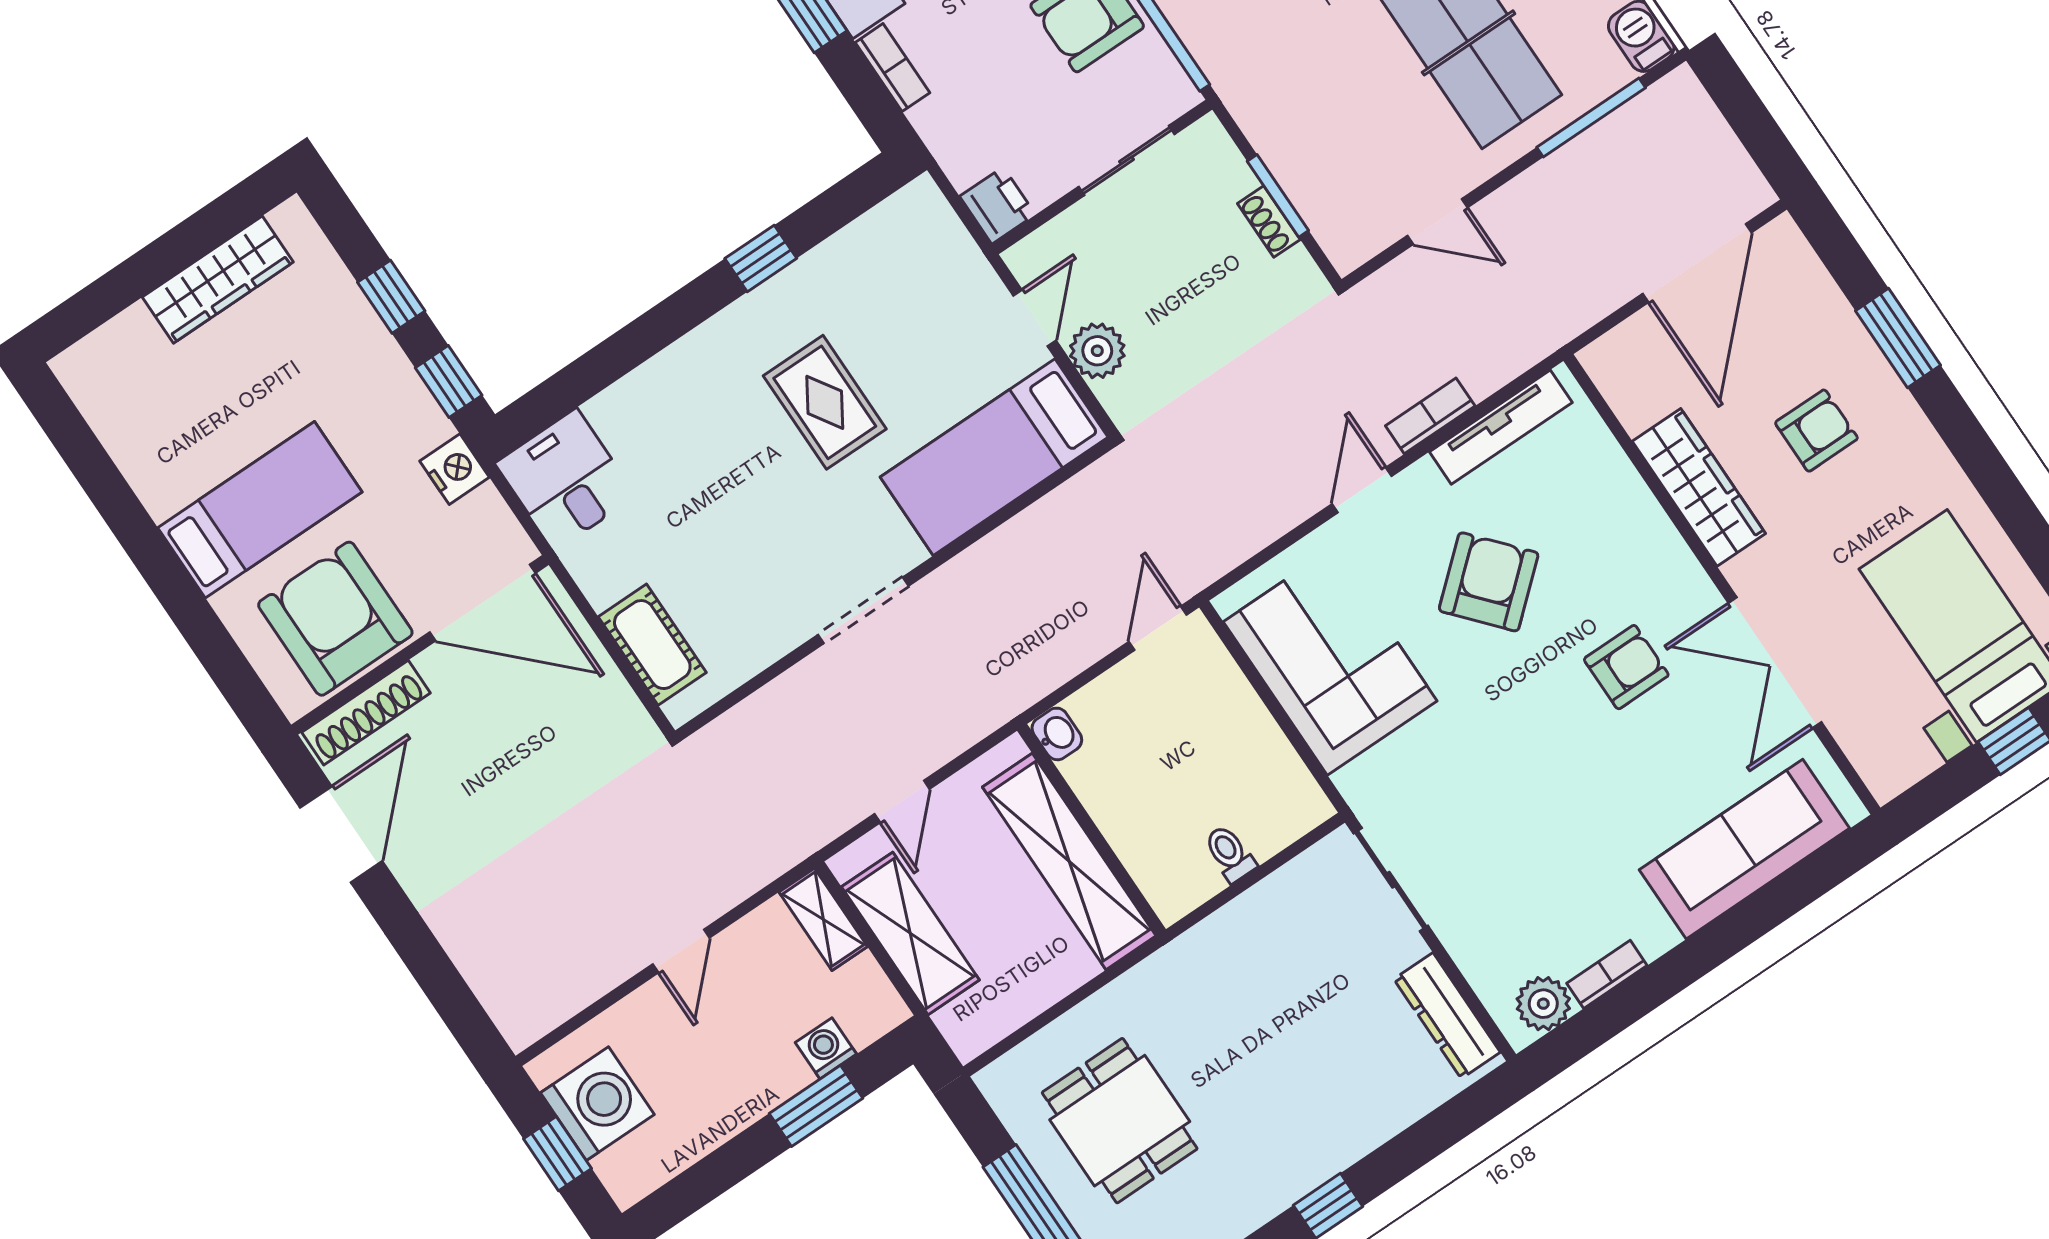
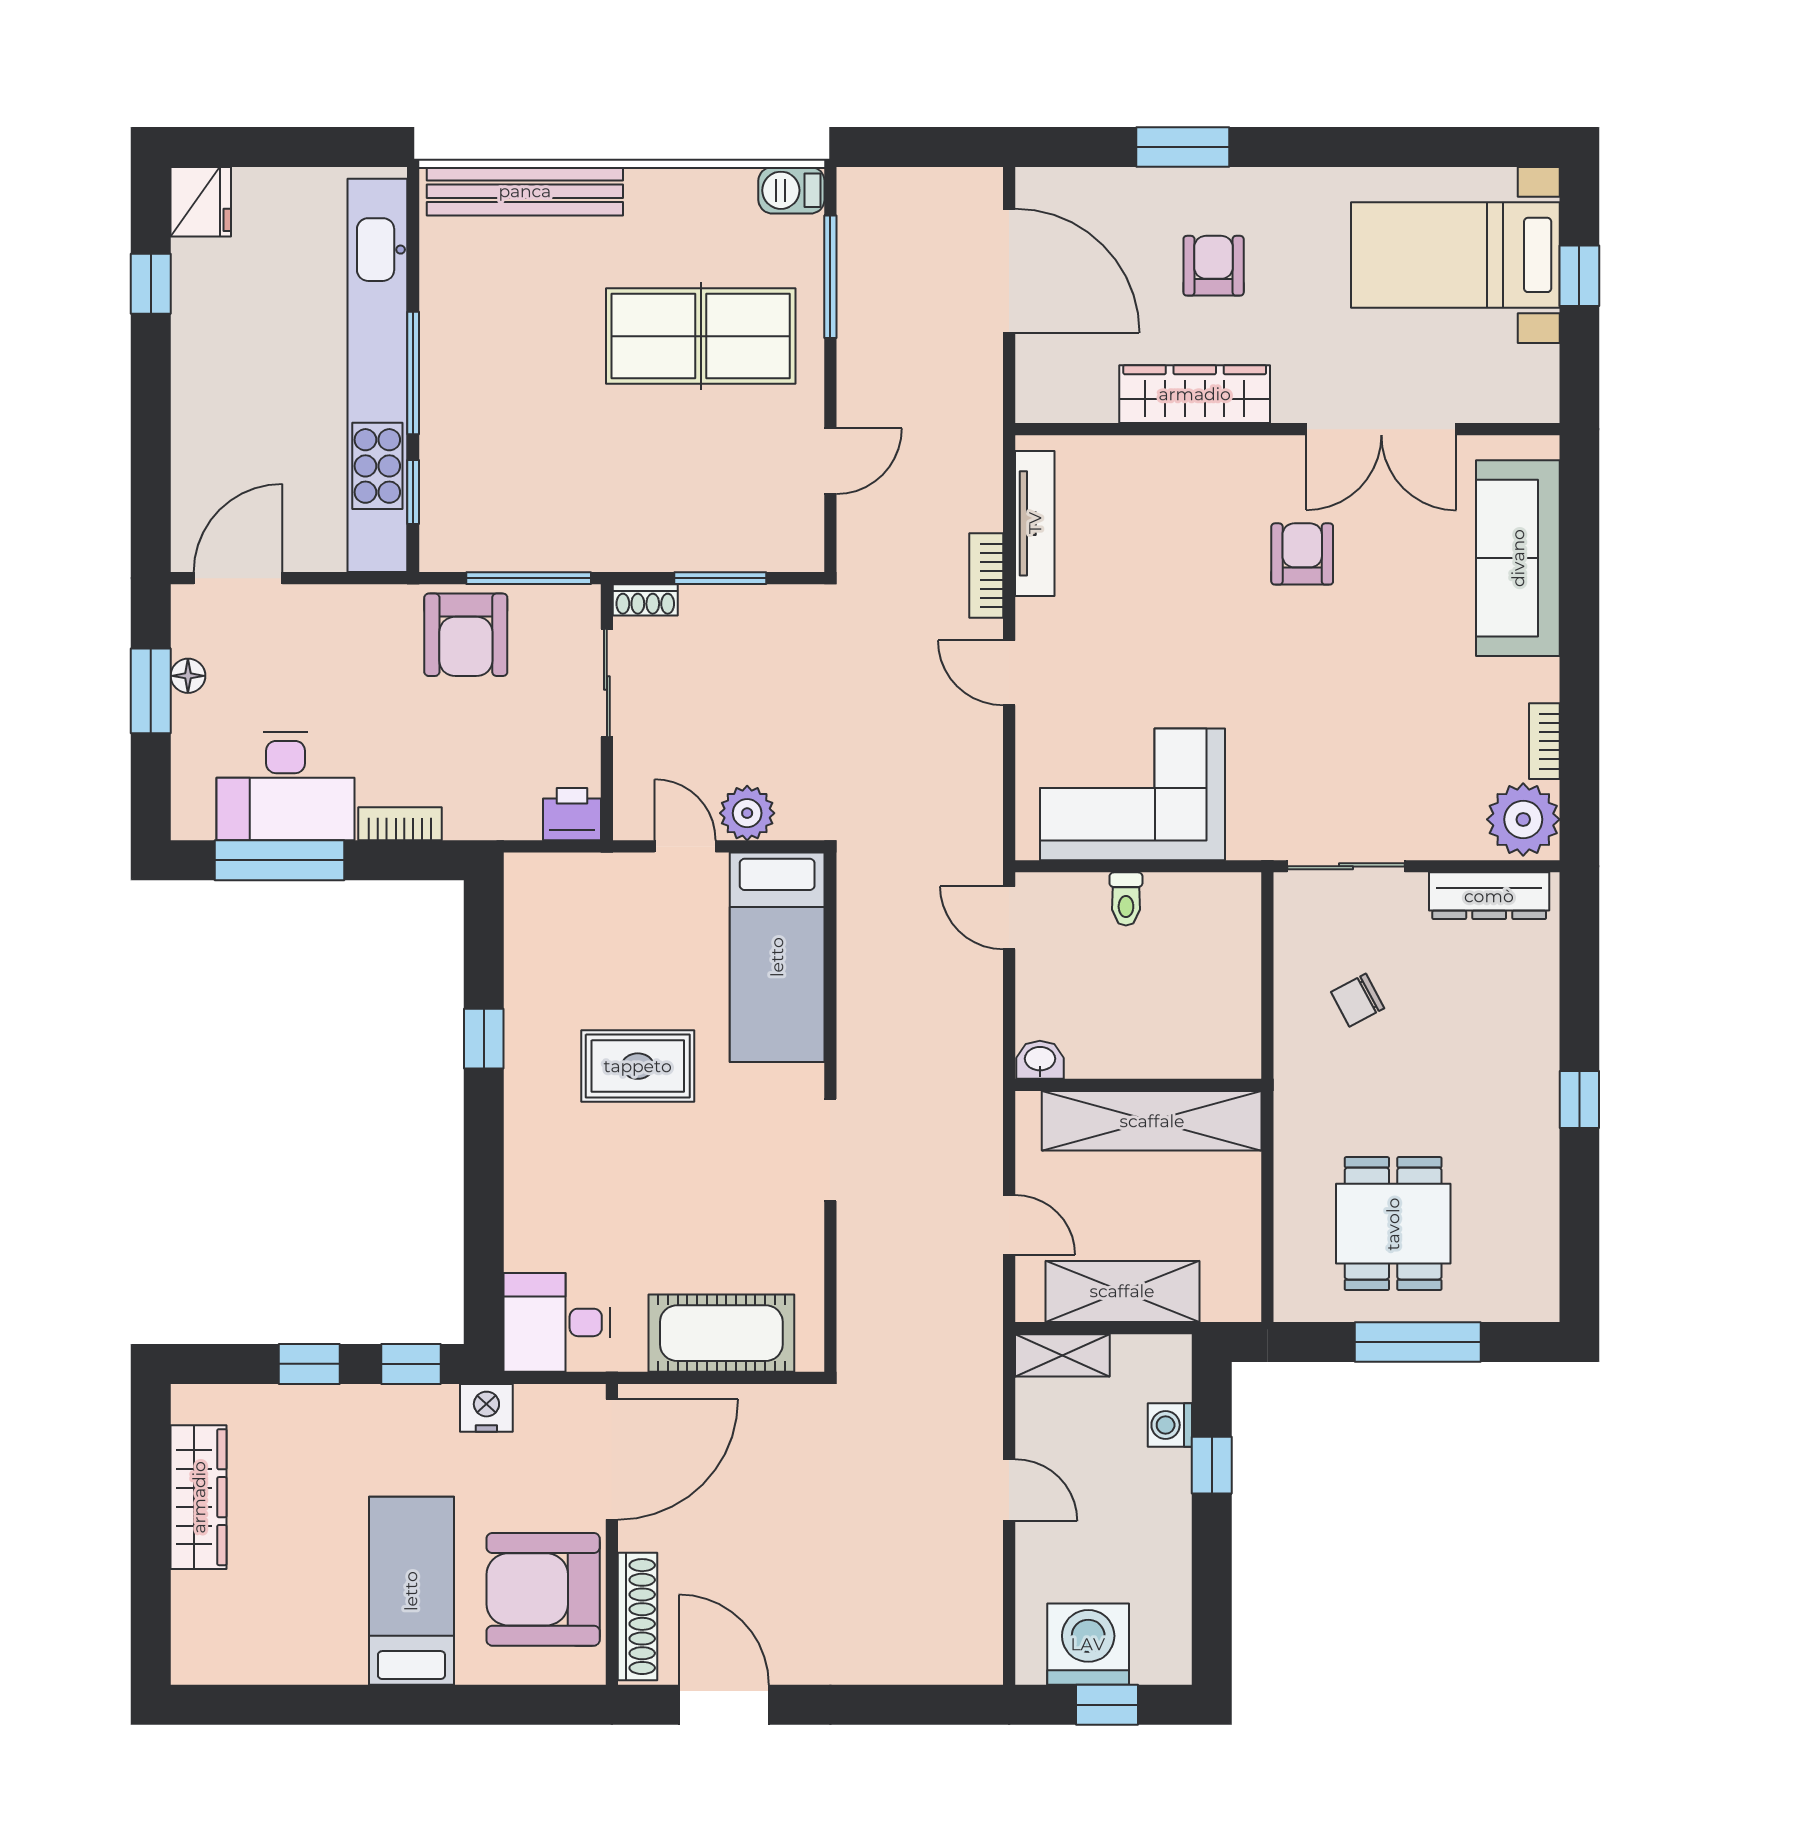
shoe rack: (1269, 222) -> (645, 600), moved
armchair: (1489, 582) -> (1155, 620), removed
cot: (652, 645) -> (721, 1333), width x1.37, depth x1.34
toilet: (1230, 854) -> (1126, 899), moved, turned -90
chair: (1286, 965) -> (1358, 1000), added
plant: (1543, 1004) -> (1523, 819), width x1.36, depth x1.36
window: (816, 1106) -> (1212, 1465), width x0.67
dining table: (1120, 1121) -> (1393, 1224), turned 90

